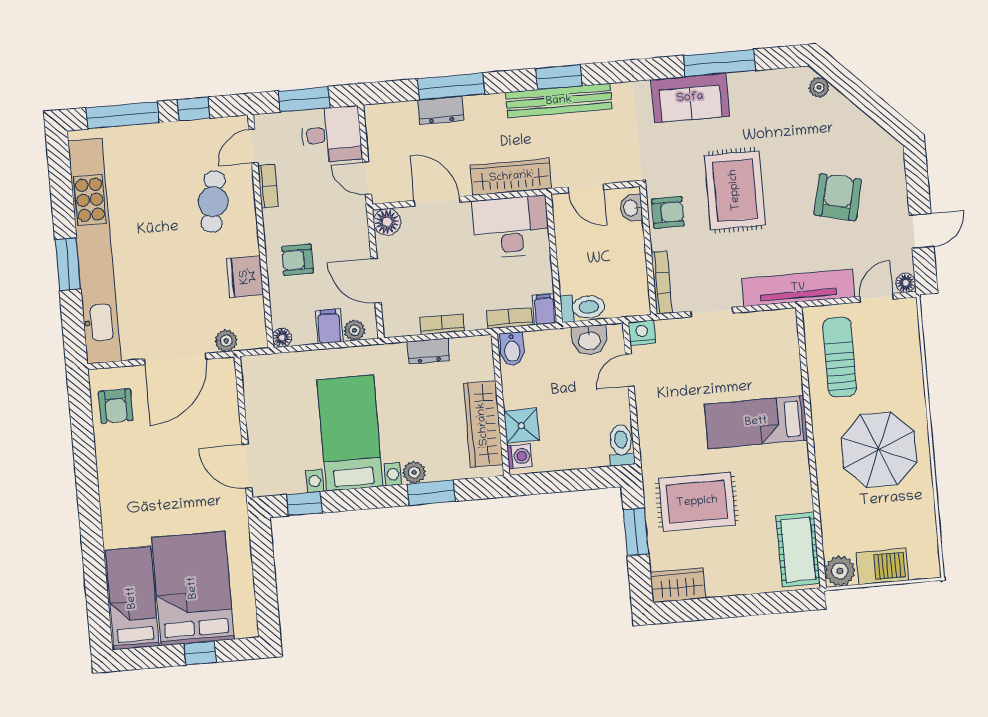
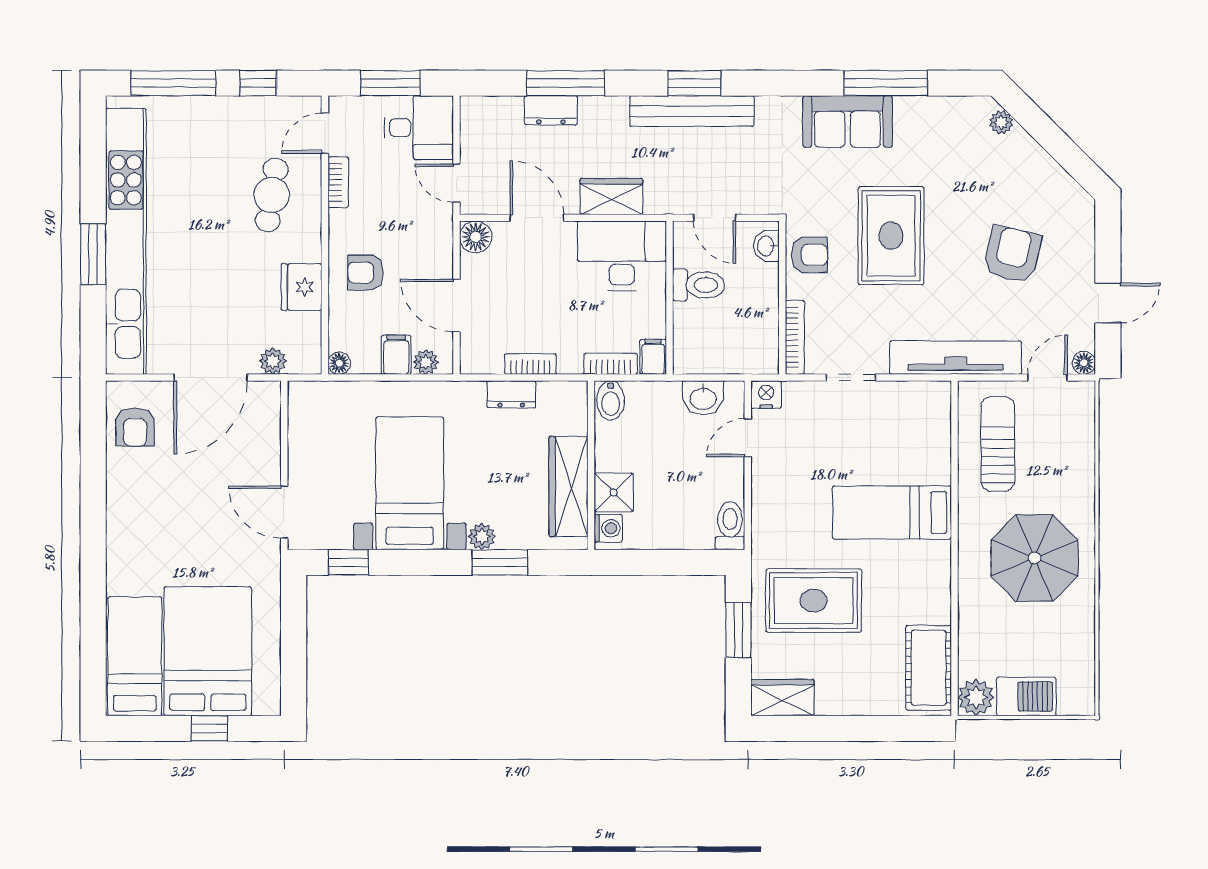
wardrobe: (511, 177) -> (611, 197), width x0.67
toilet: (583, 307) -> (699, 285), moved

